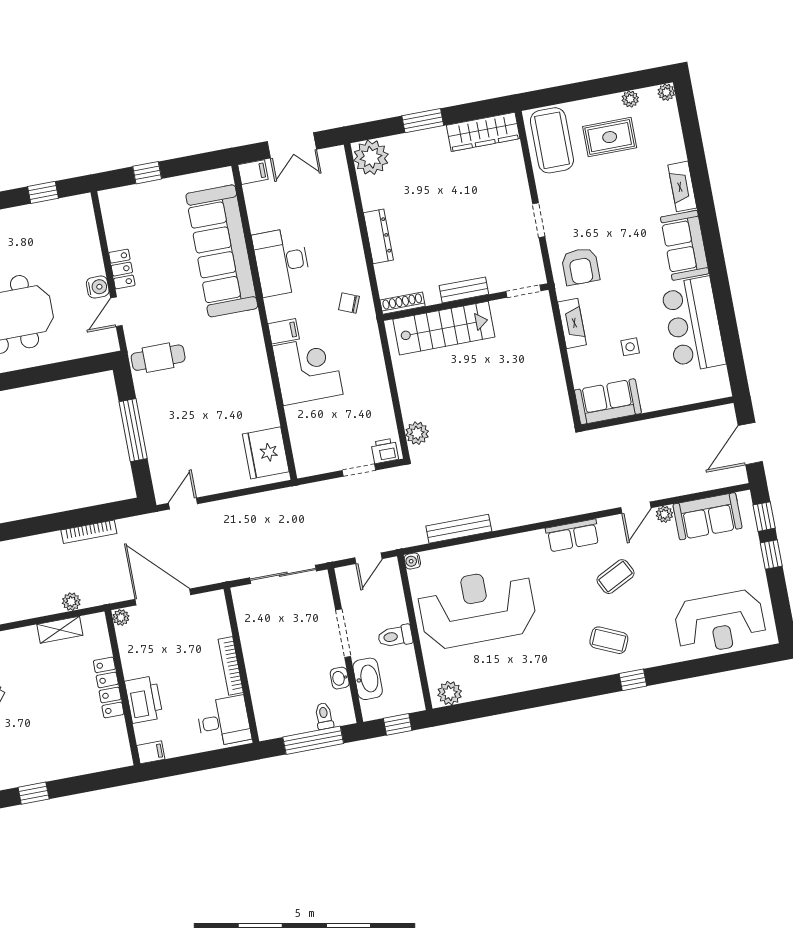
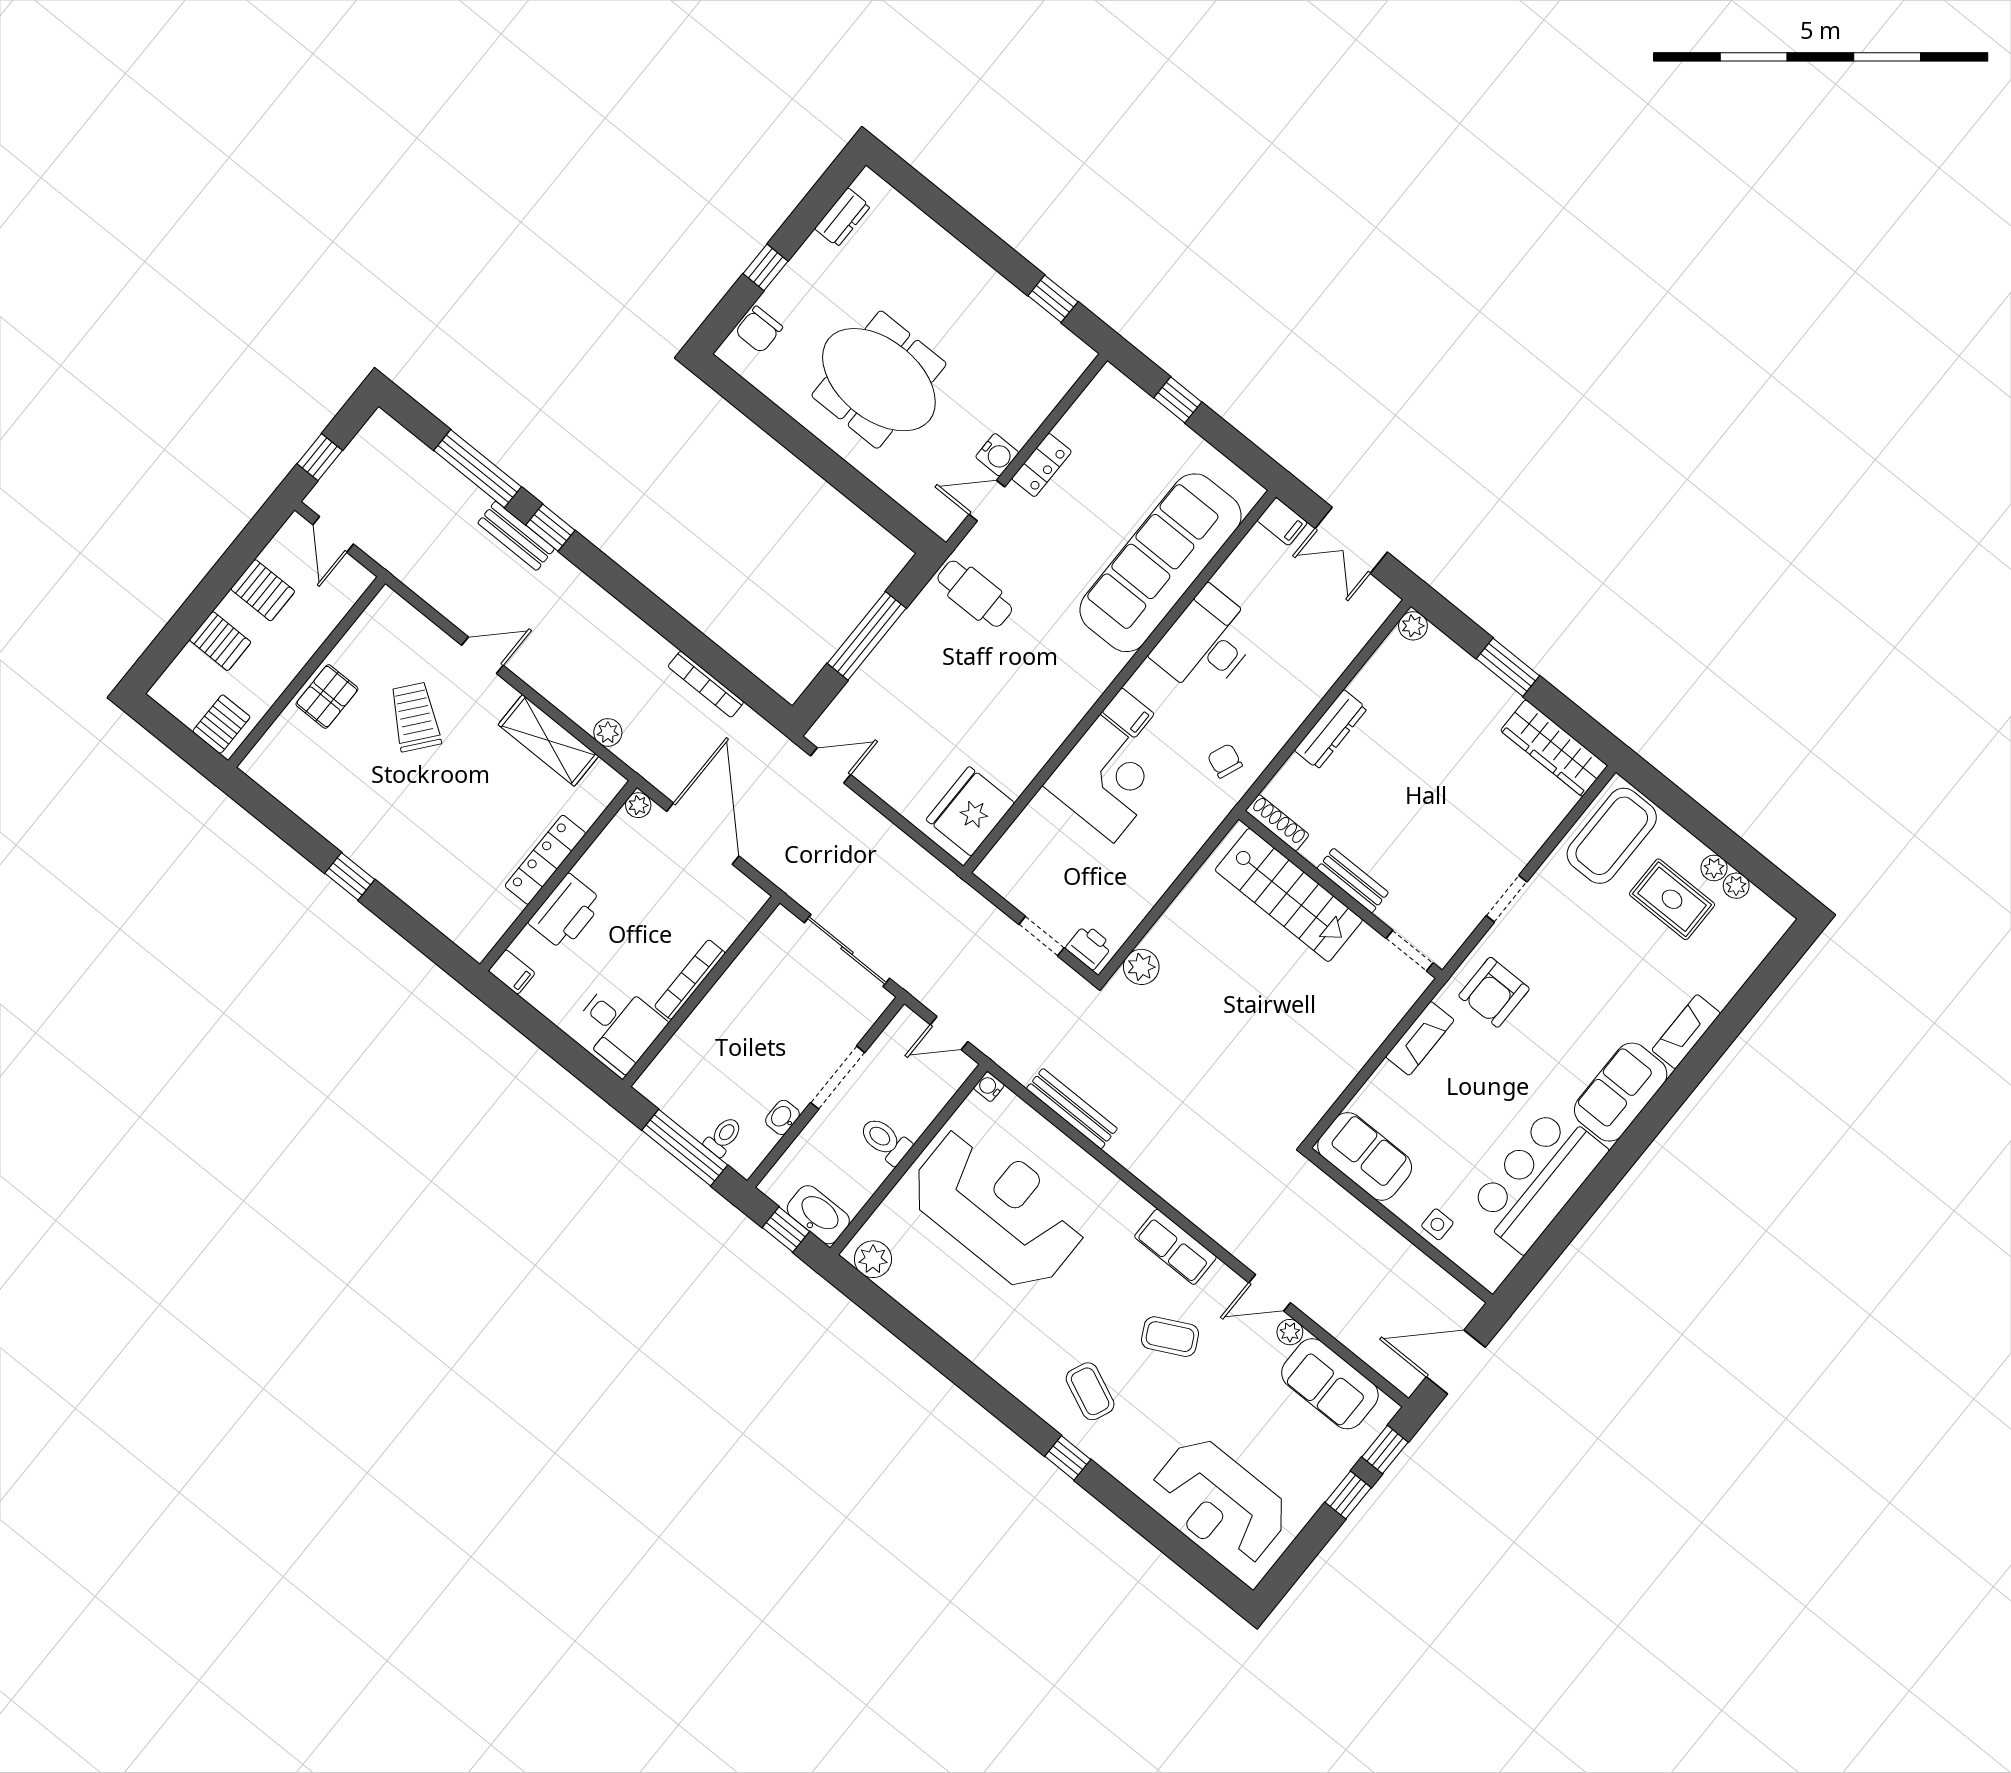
plant: (666, 92) -> (1714, 868), moved
plant: (371, 157) -> (1413, 626), width x0.53, depth x0.53
side table: (630, 347) -> (1437, 1224), moved
shelving: (60, 630) -> (548, 740), width x1.50, depth x1.33
washbasin: (368, 679) -> (818, 1215), moved, turned -90

